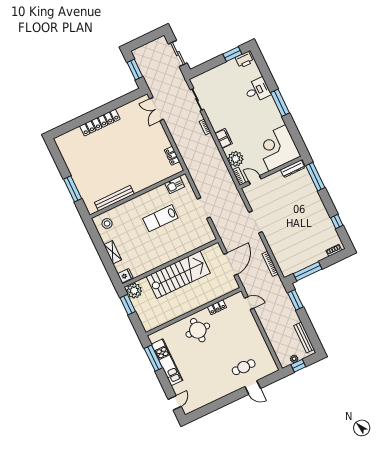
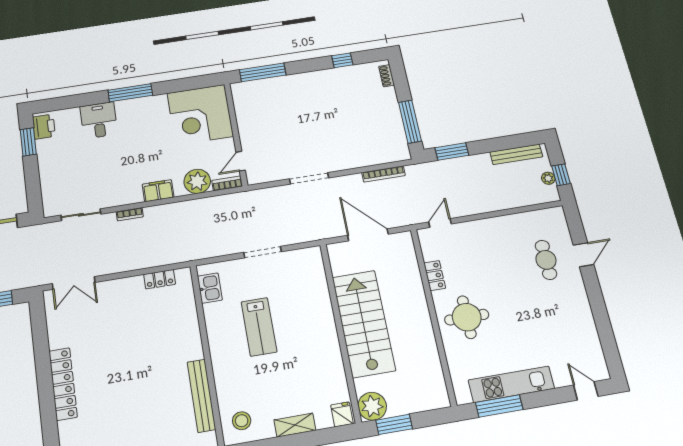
dresser: (293, 169) -> (240, 101), removed

